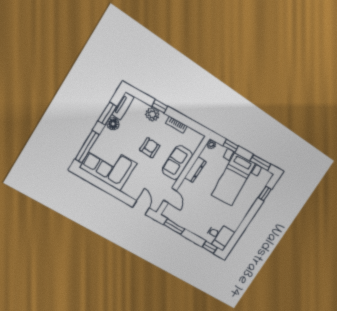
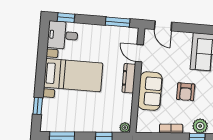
dresser: (195, 170) -> (129, 78), moved
bed with nightstands: (233, 179) -> (73, 75), moved, turned 94

